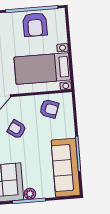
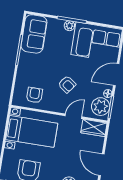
armchair: (49, 109) -> (34, 95), turned 70
sofa: (66, 168) -> (34, 34), width x0.73

